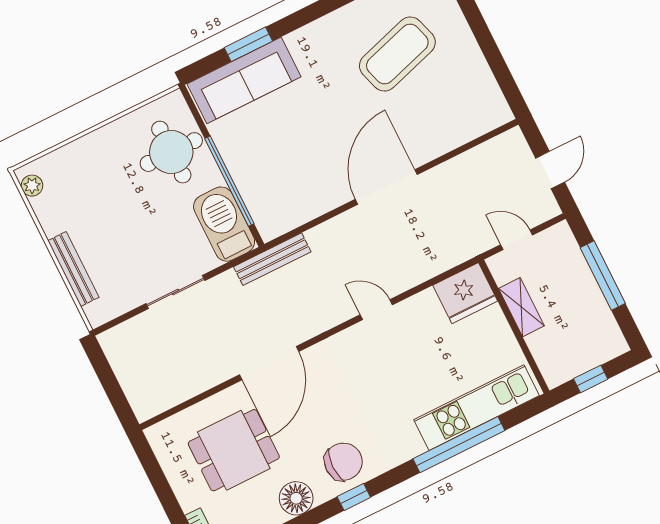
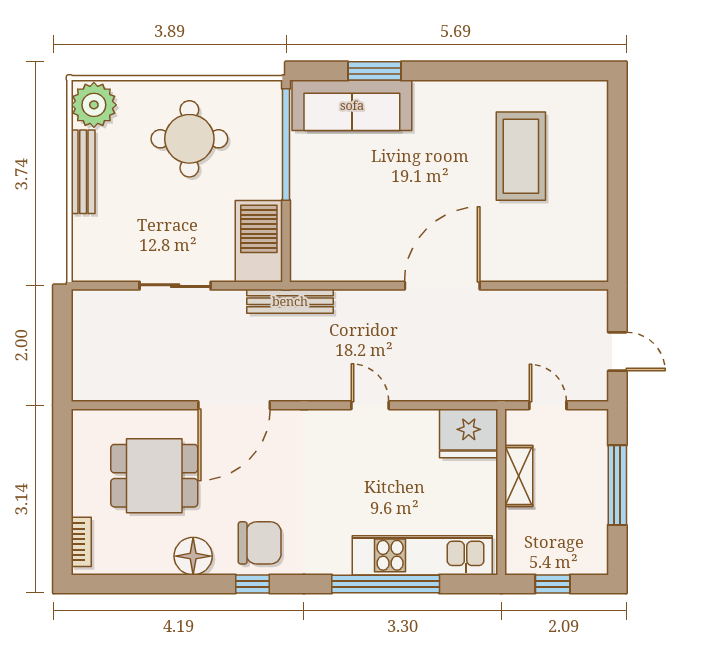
coffee table: (397, 54) -> (521, 156), turned -73
round table: (171, 152) -> (189, 139), moved
door: (550, 170) -> (617, 351), hinge flipped
window: (229, 181) -> (286, 144), moved
plant: (32, 186) -> (94, 105), width x1.88, depth x1.88
bench: (73, 269) -> (83, 172), moved

